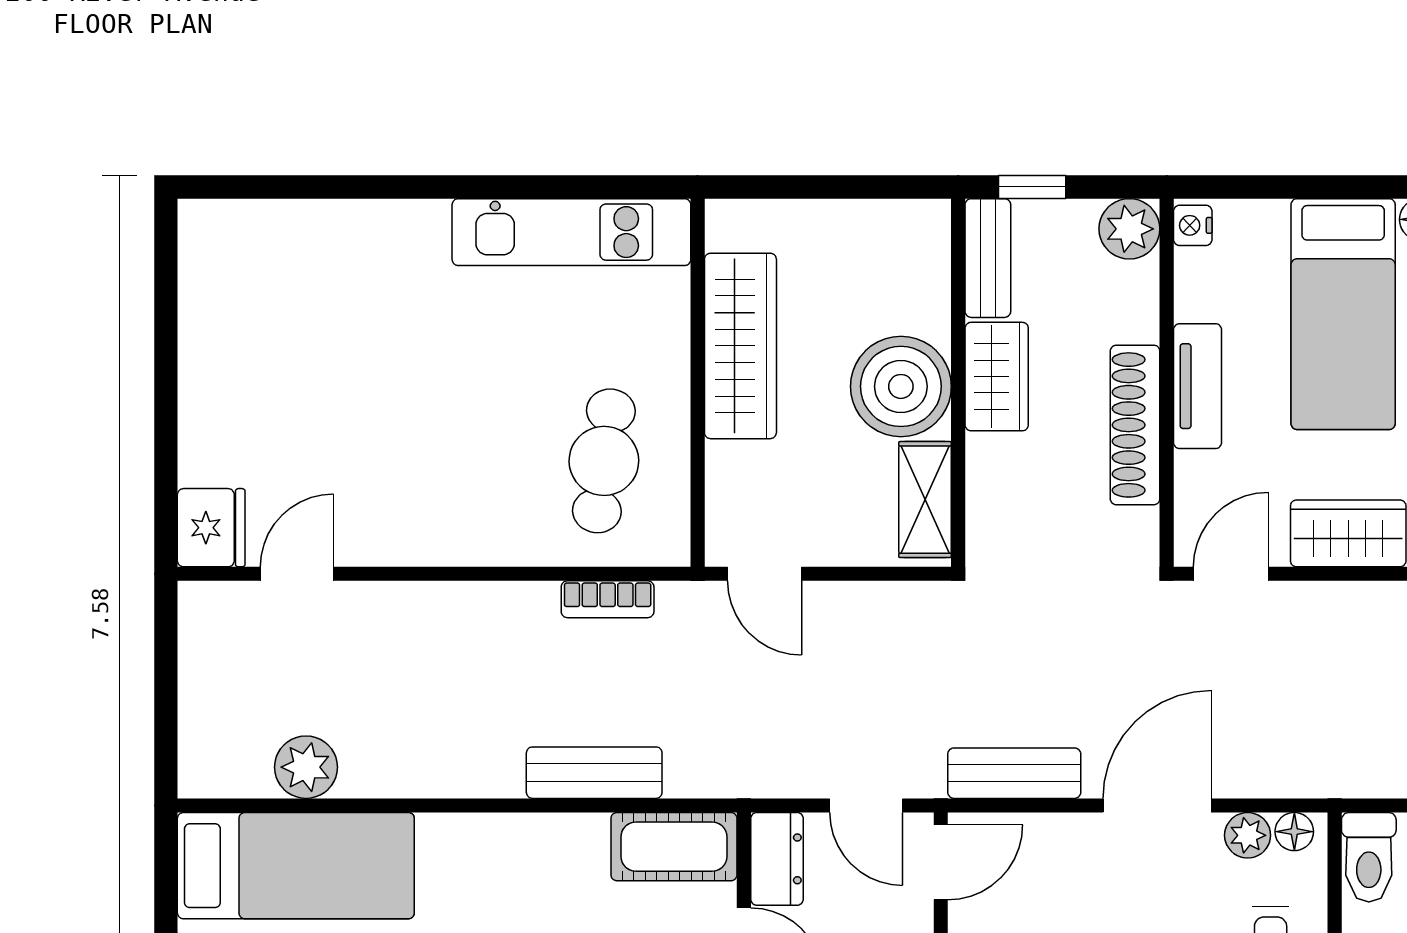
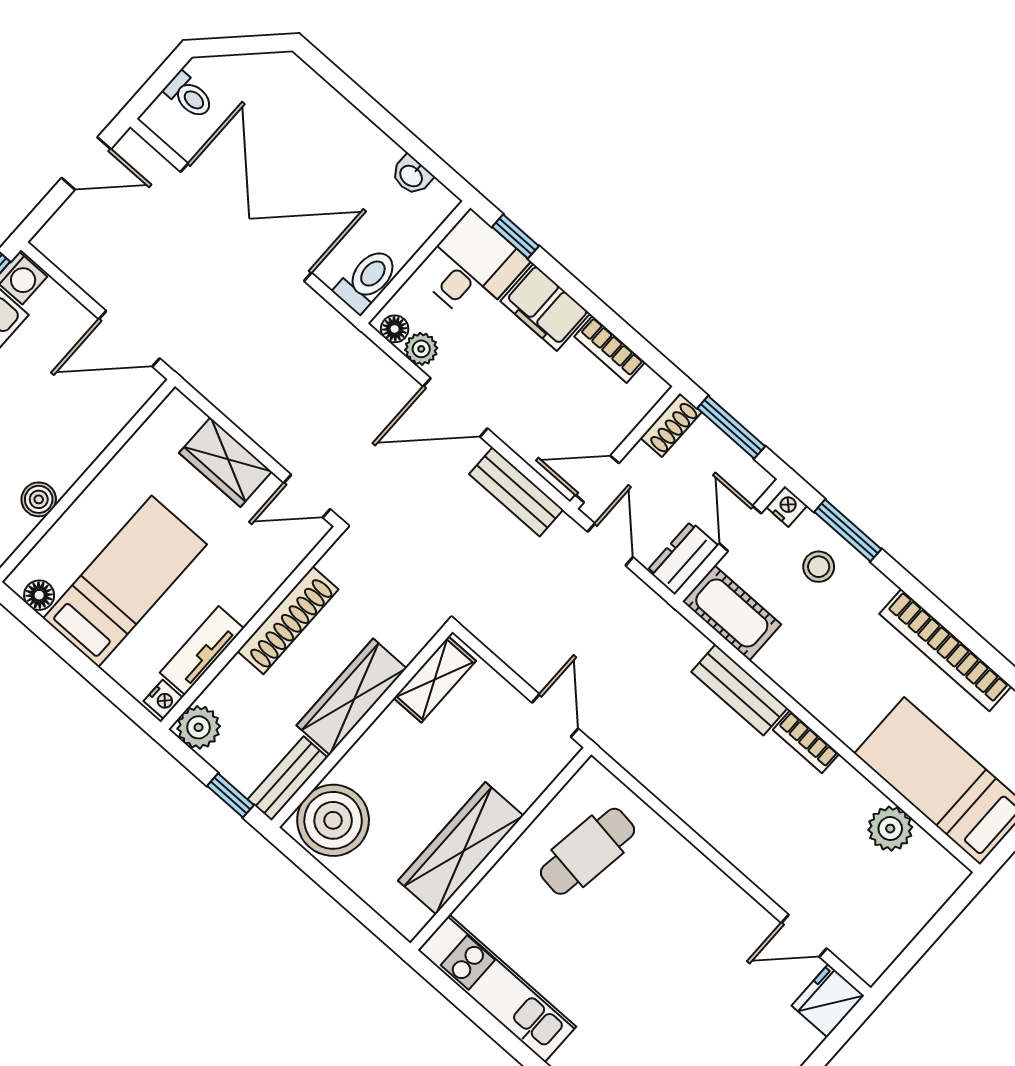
wardrobe: (997, 377) -> (352, 697), width x1.50
boiler: (901, 386) -> (333, 820), moved
tv unit: (1198, 386) -> (202, 651), moved
bookcase: (608, 599) -> (806, 742), moved, turned 180

